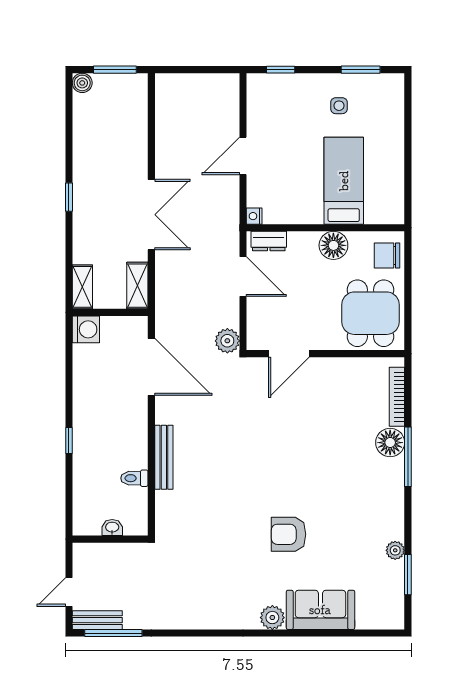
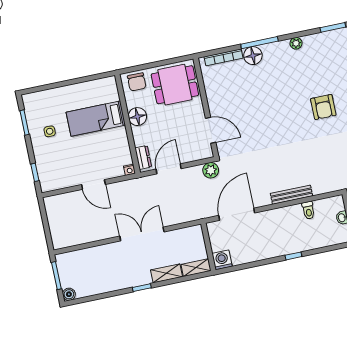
shelving: (137, 286) -> (166, 273), moved
plant: (395, 550) -> (296, 43), moved

